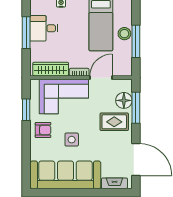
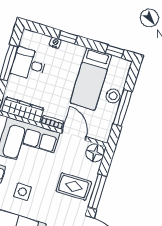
door: (101, 78) -> (74, 135), hinge flipped
floor lamp: (124, 100) -> (95, 153), moved
window: (136, 108) -> (97, 192), moved

